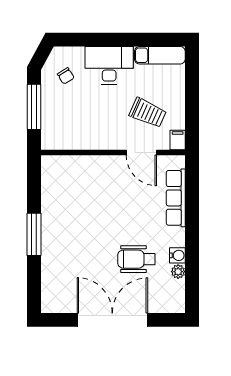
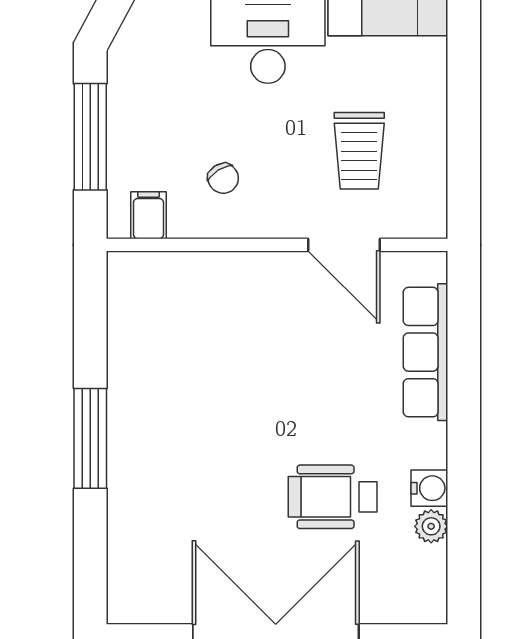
chair: (66, 76) -> (223, 178), moved
trolley: (148, 113) -> (359, 151), turned 66
filing cabinet: (178, 140) -> (148, 215), moved

